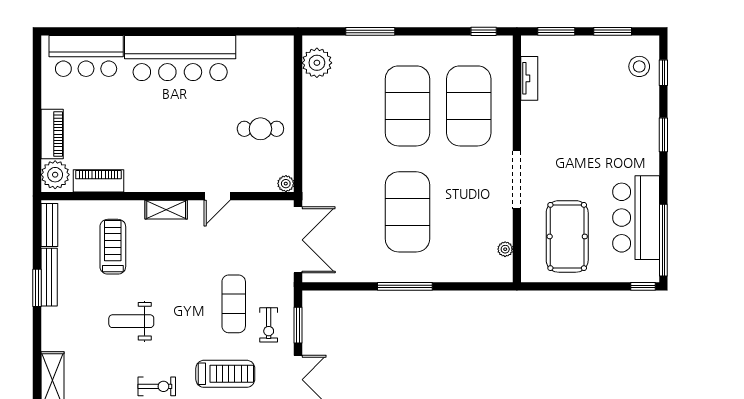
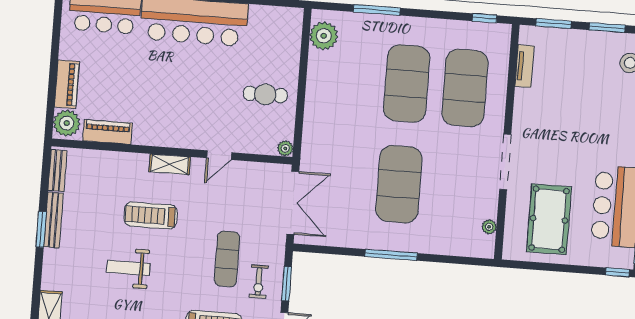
treadmill: (113, 247) -> (151, 216), moved, turned -90

